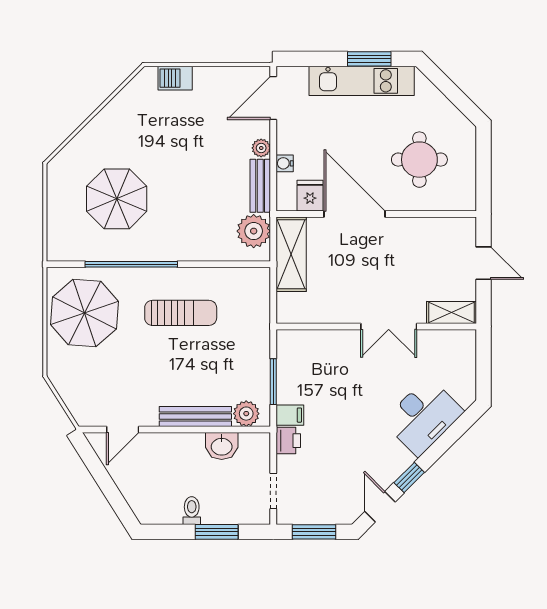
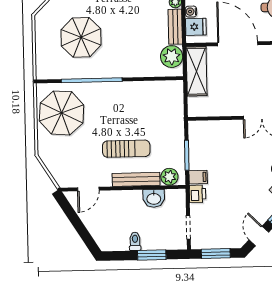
fridge: (310, 196) -> (196, 27), moved, turned 90
sun lounger: (181, 313) -> (126, 149), moved

